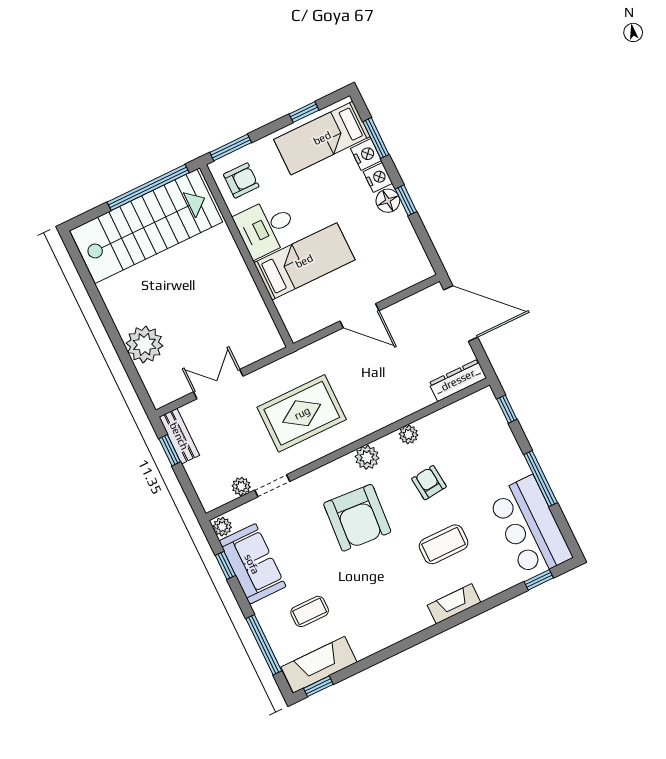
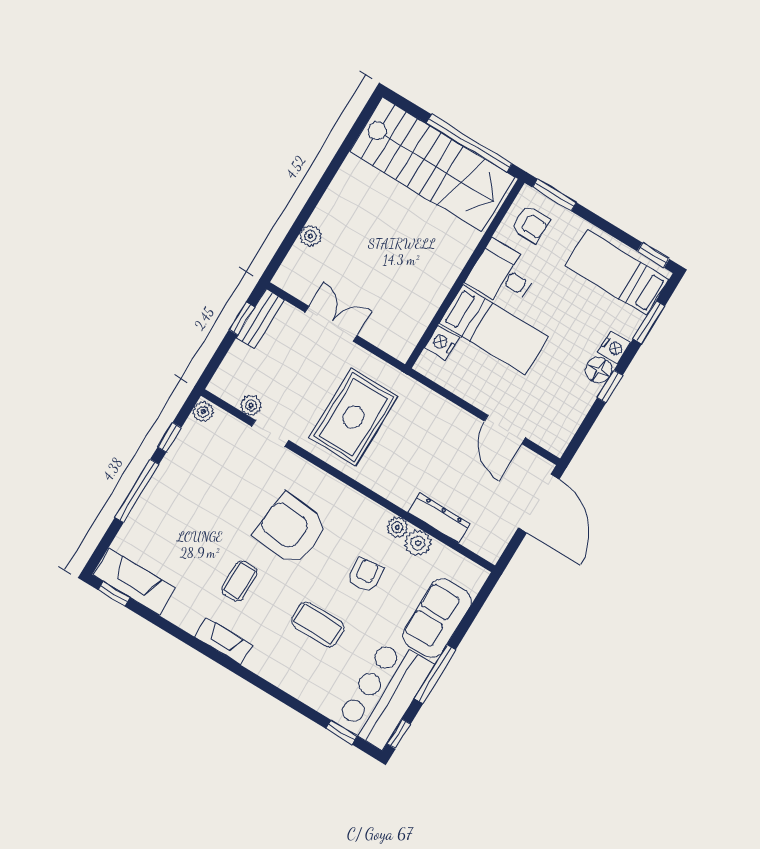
window: (304, 112) -> (653, 255), moved
nightstand: (366, 154) -> (442, 343), moved, turned 180
door: (359, 316) -> (505, 429), moved
plant: (145, 344) -> (311, 236), width x0.53, depth x0.53
dresser: (458, 380) -> (439, 518), moved
window: (507, 409) -> (399, 734), moved
rug: (302, 413) -> (354, 417), turned 90
plant: (367, 457) -> (418, 543), moved
armchair: (357, 518) -> (291, 530), turned 91
sofa: (252, 564) -> (437, 618), moved, turned 180
fireplace: (454, 604) -> (223, 641), moved
coffee table: (310, 611) -> (239, 581), moved, turned 90
window: (264, 645) -> (137, 491), moved

